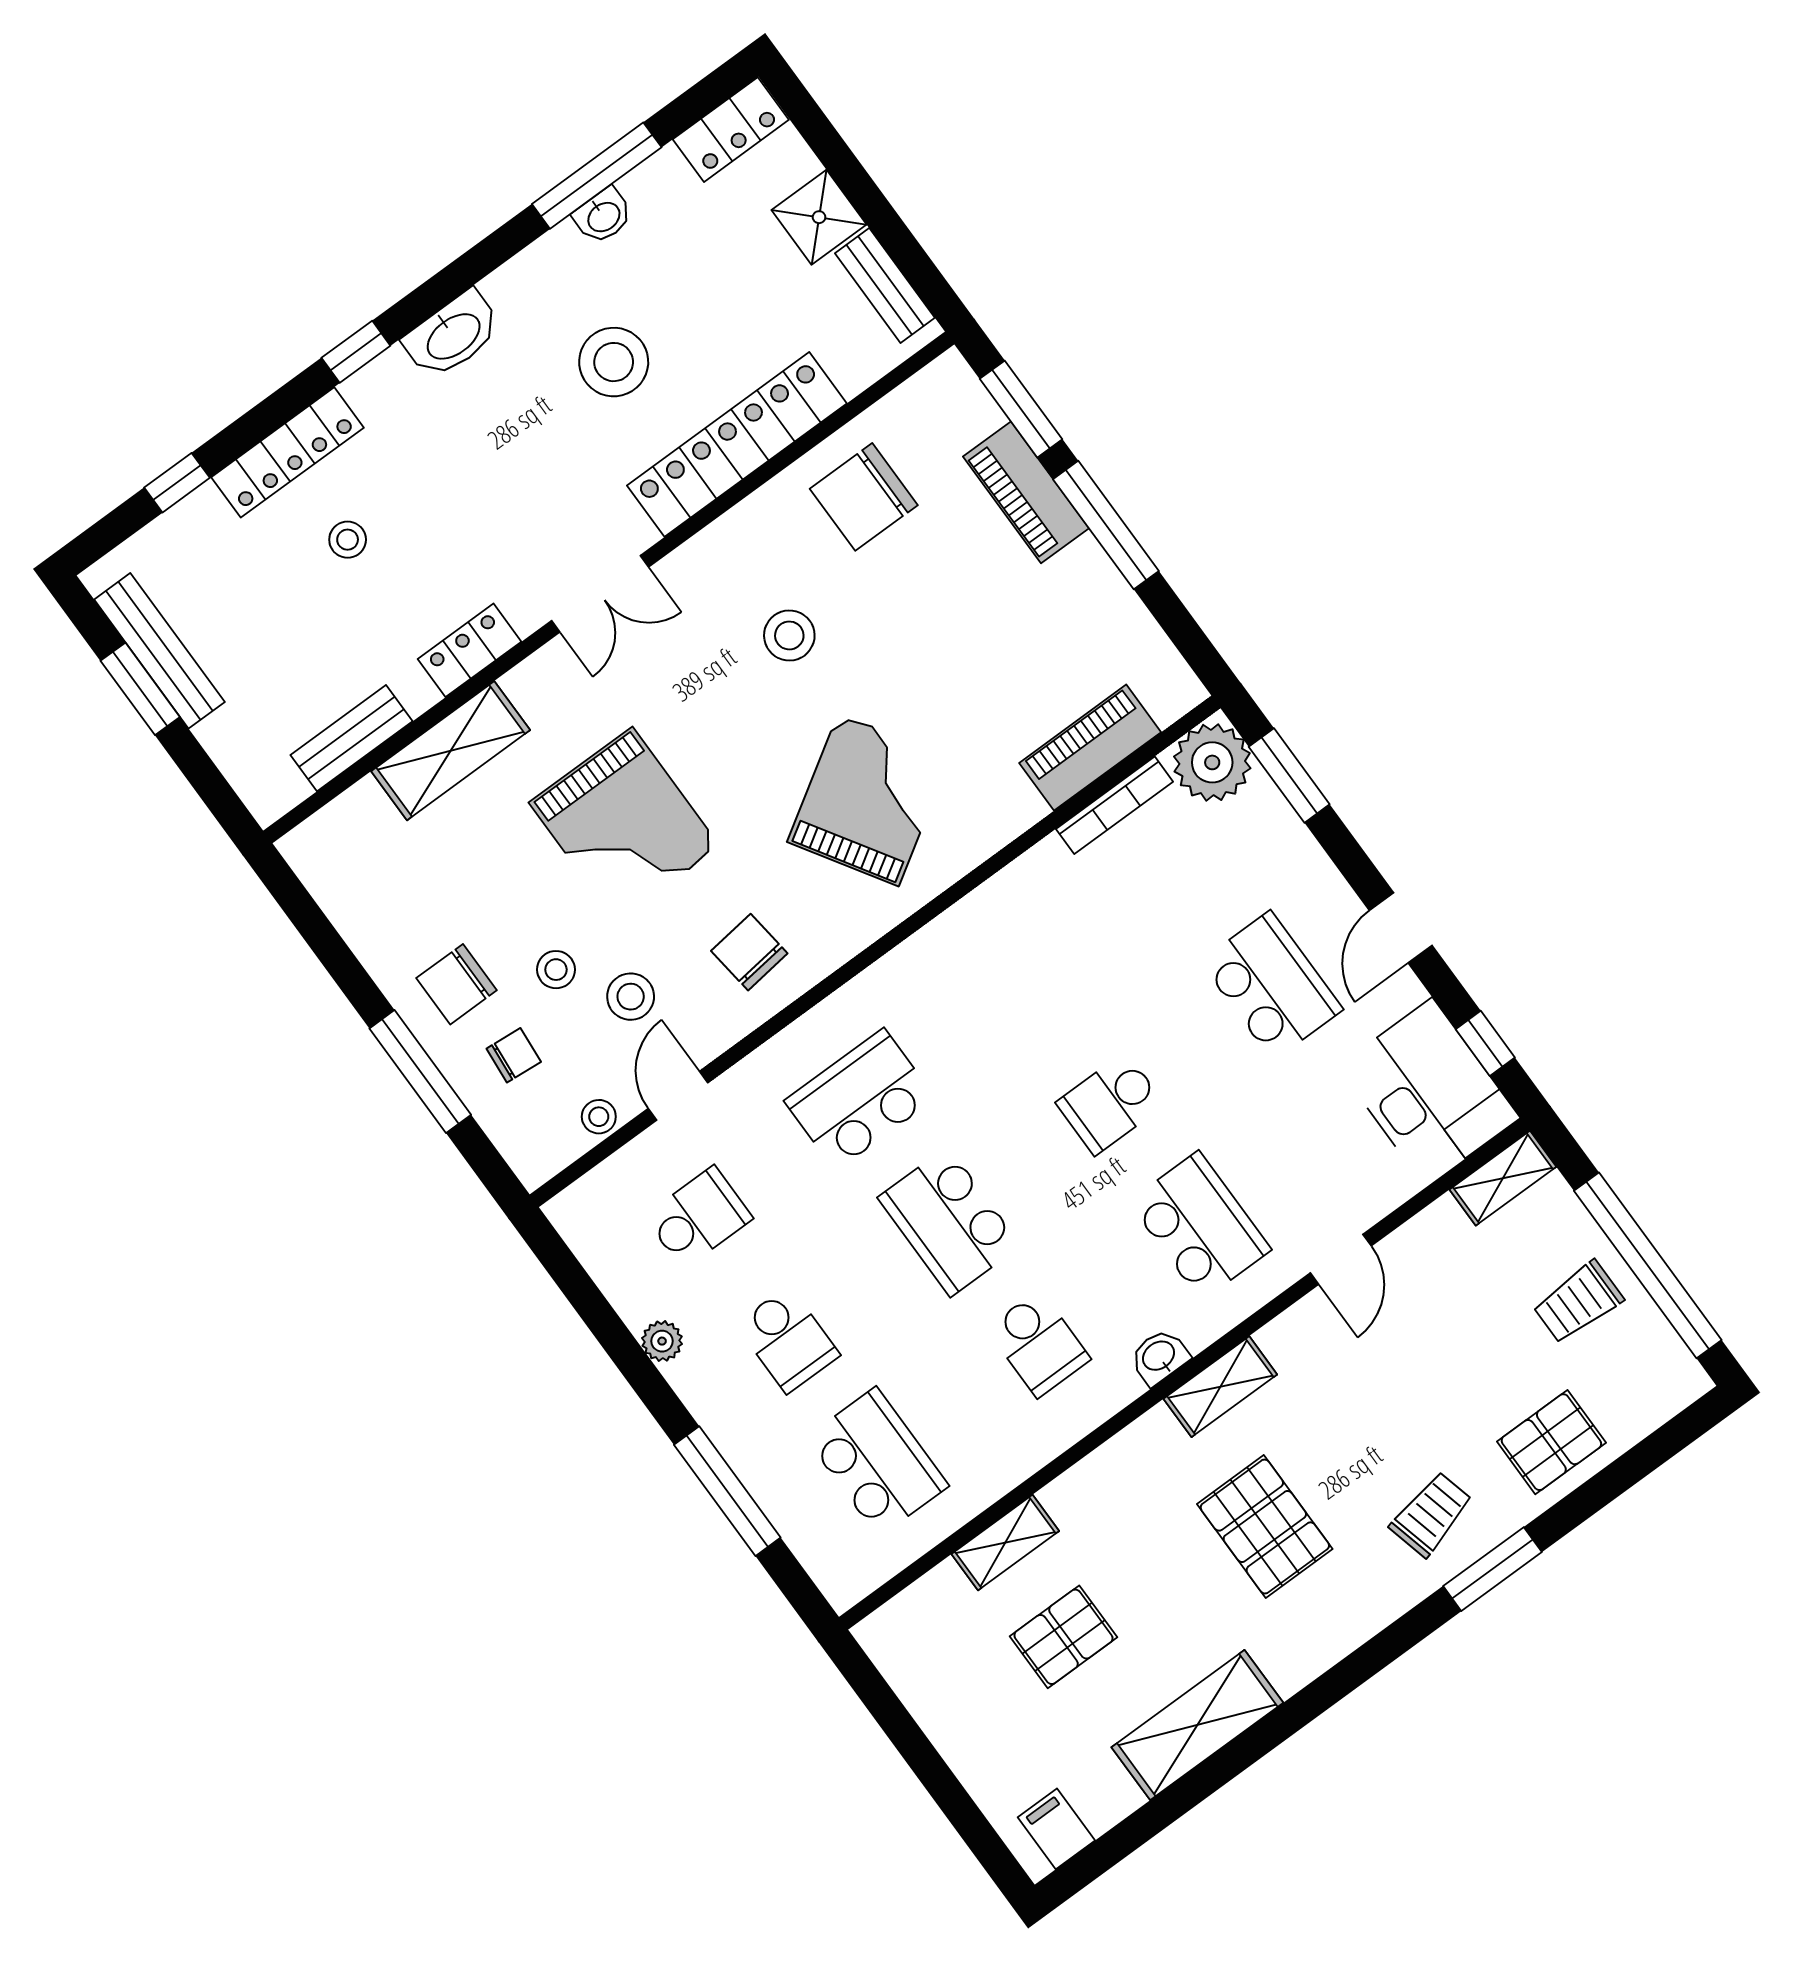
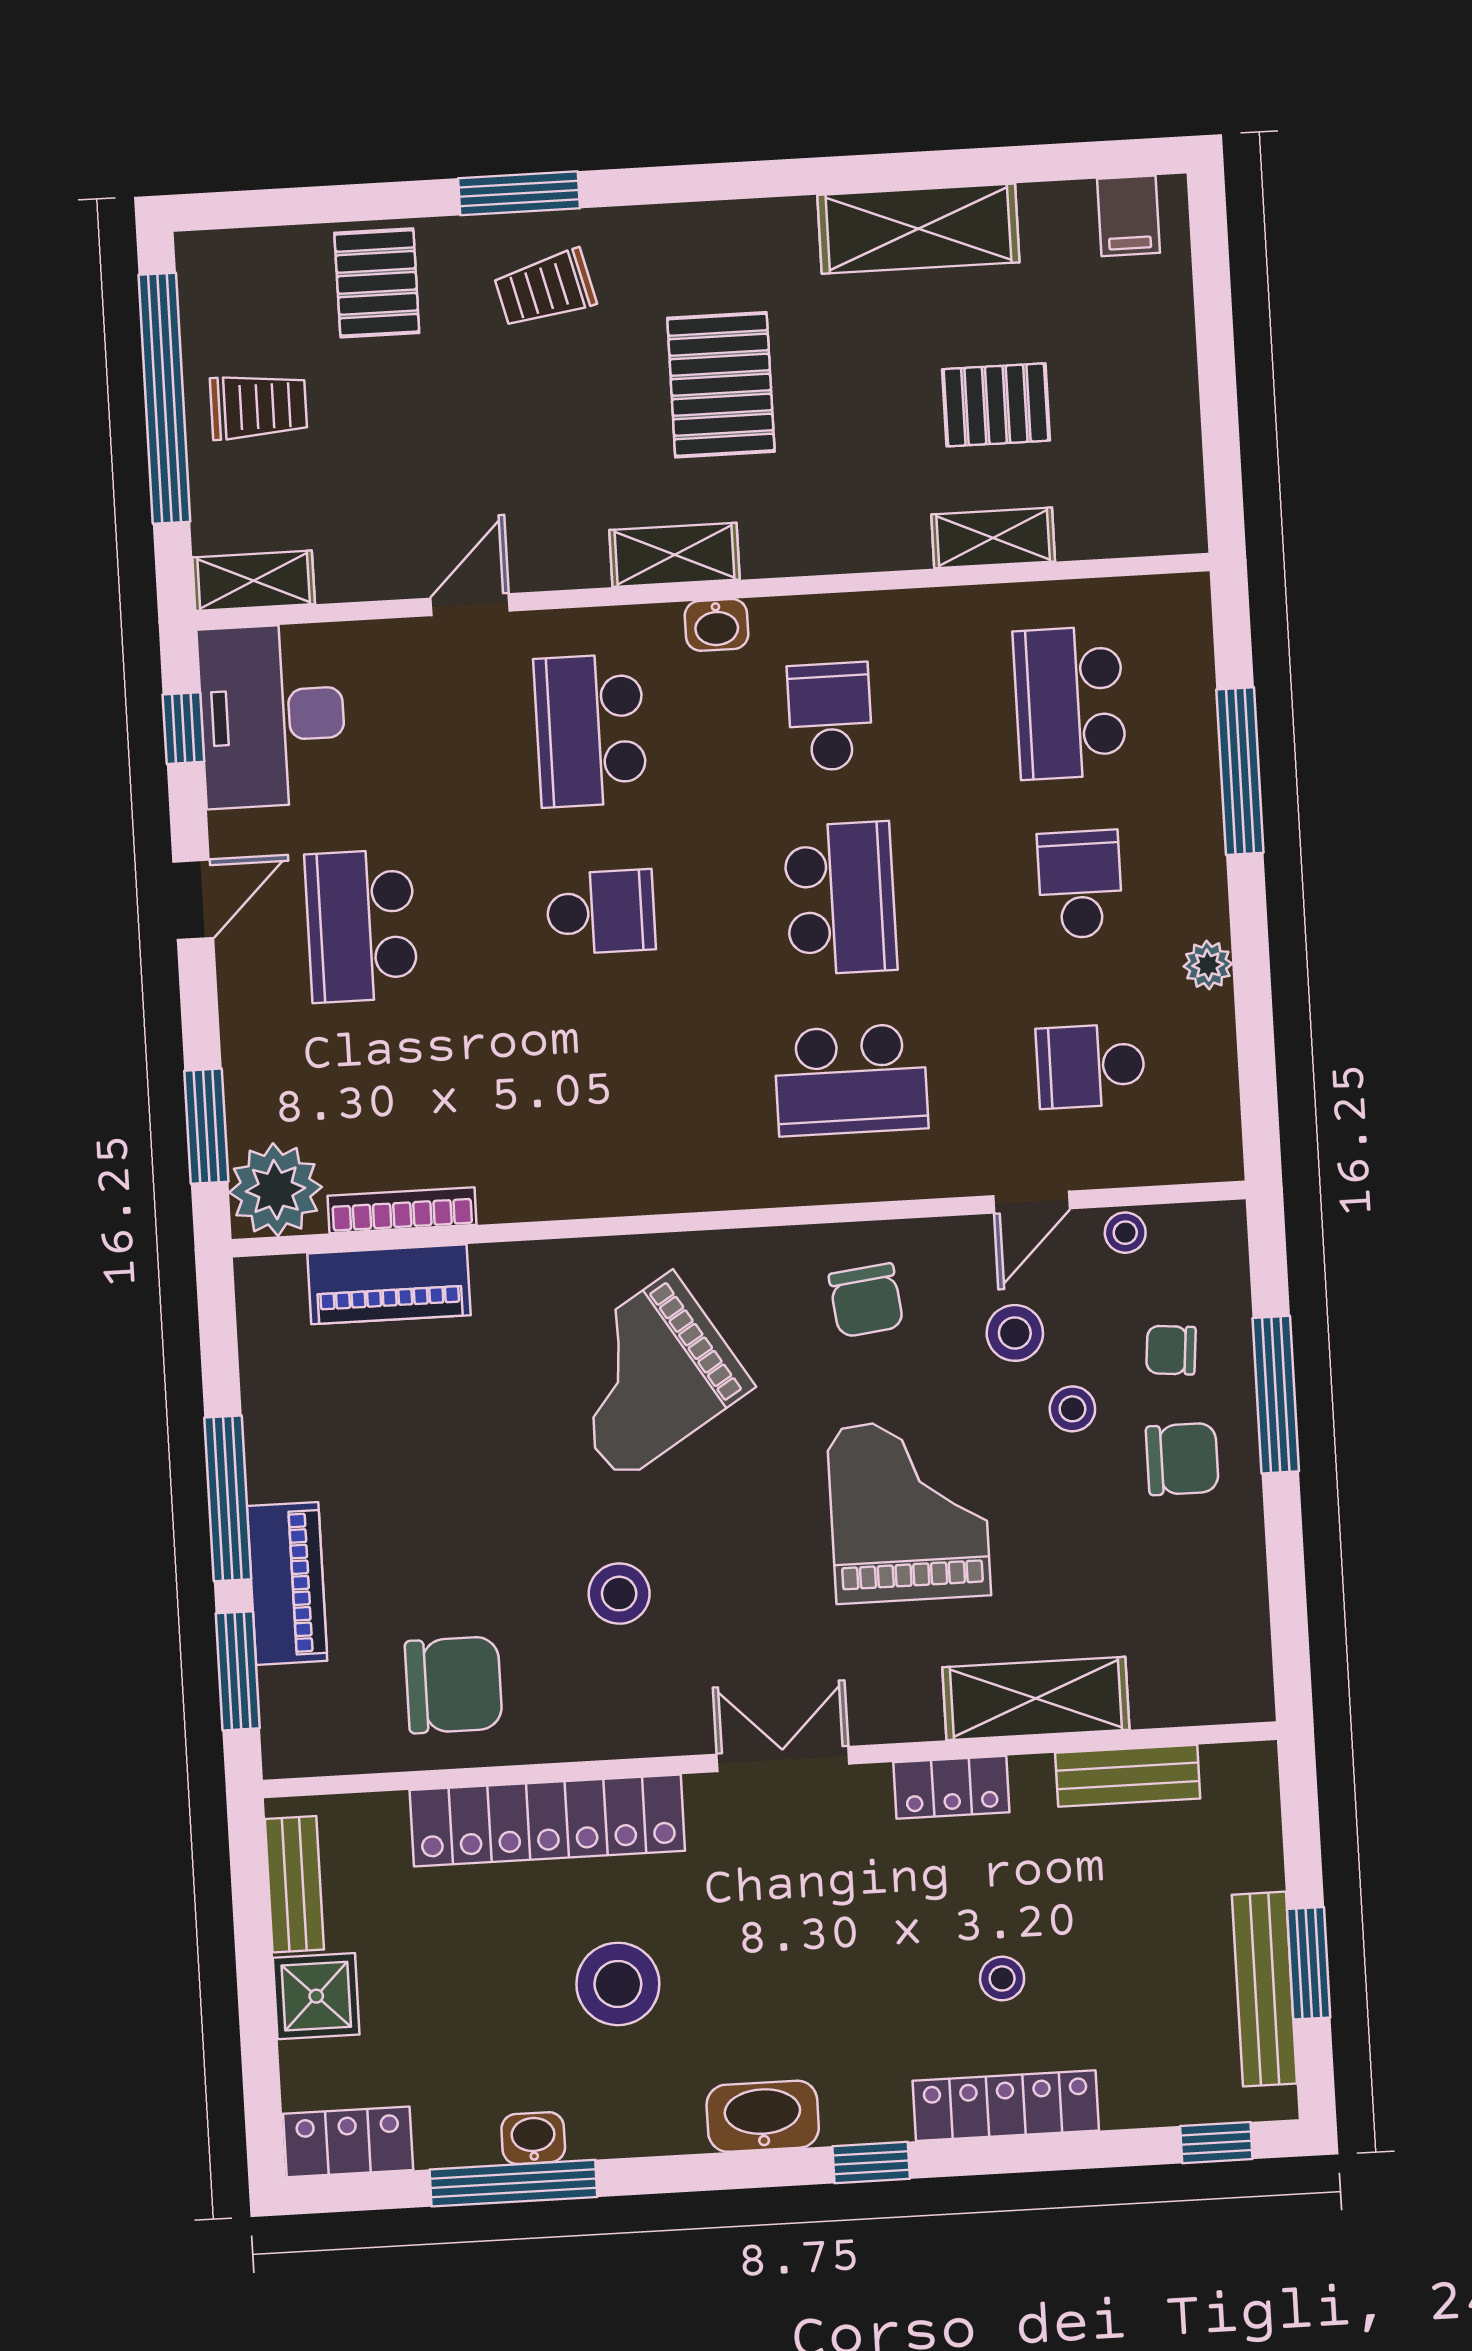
window: (177, 483) -> (1216, 2143), moved
pallet: (1551, 1442) -> (377, 283), turned 90

